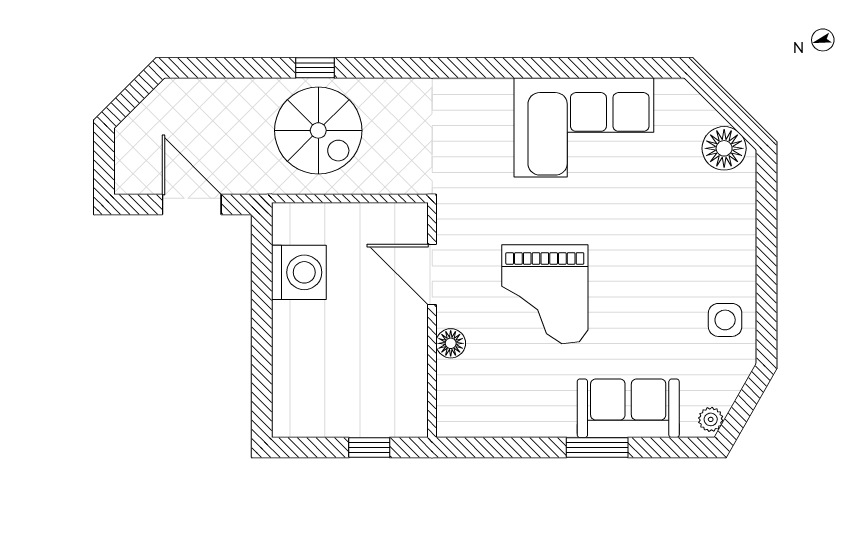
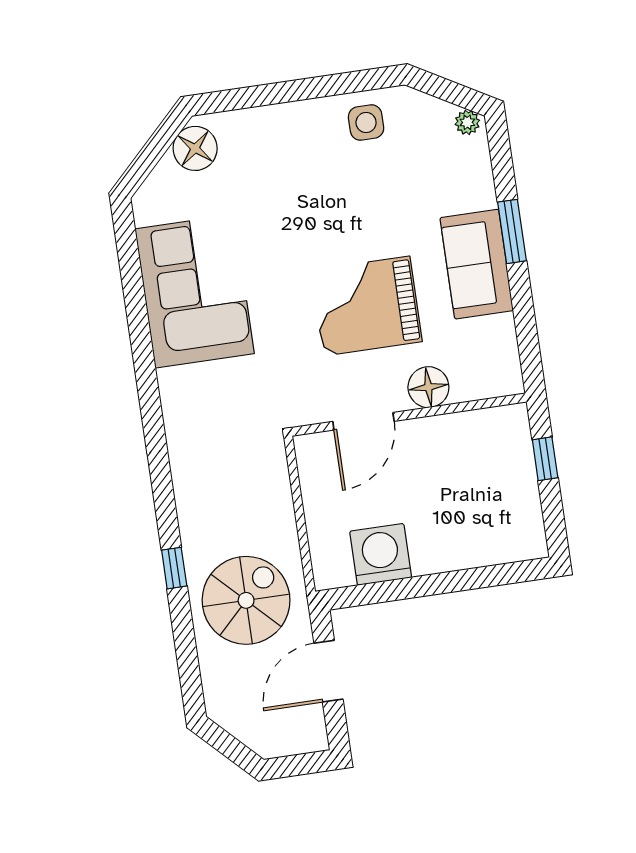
spiral stairs: (318, 130) -> (246, 600), moved
grand piano: (545, 294) -> (367, 306), turned 180
floor lamp: (451, 343) -> (428, 387), width x1.38, depth x1.38
sofa: (628, 408) -> (477, 264), moved

